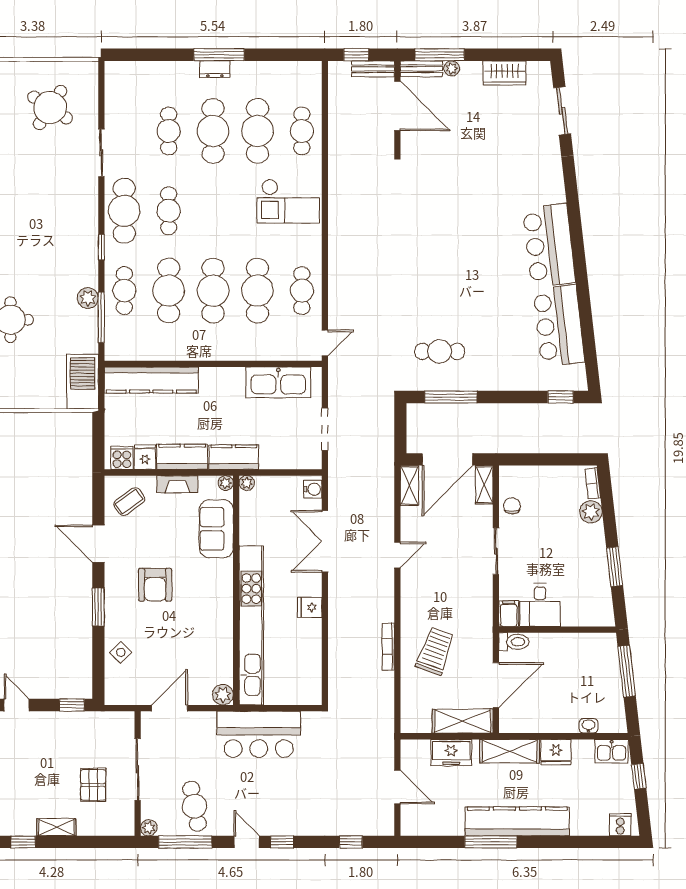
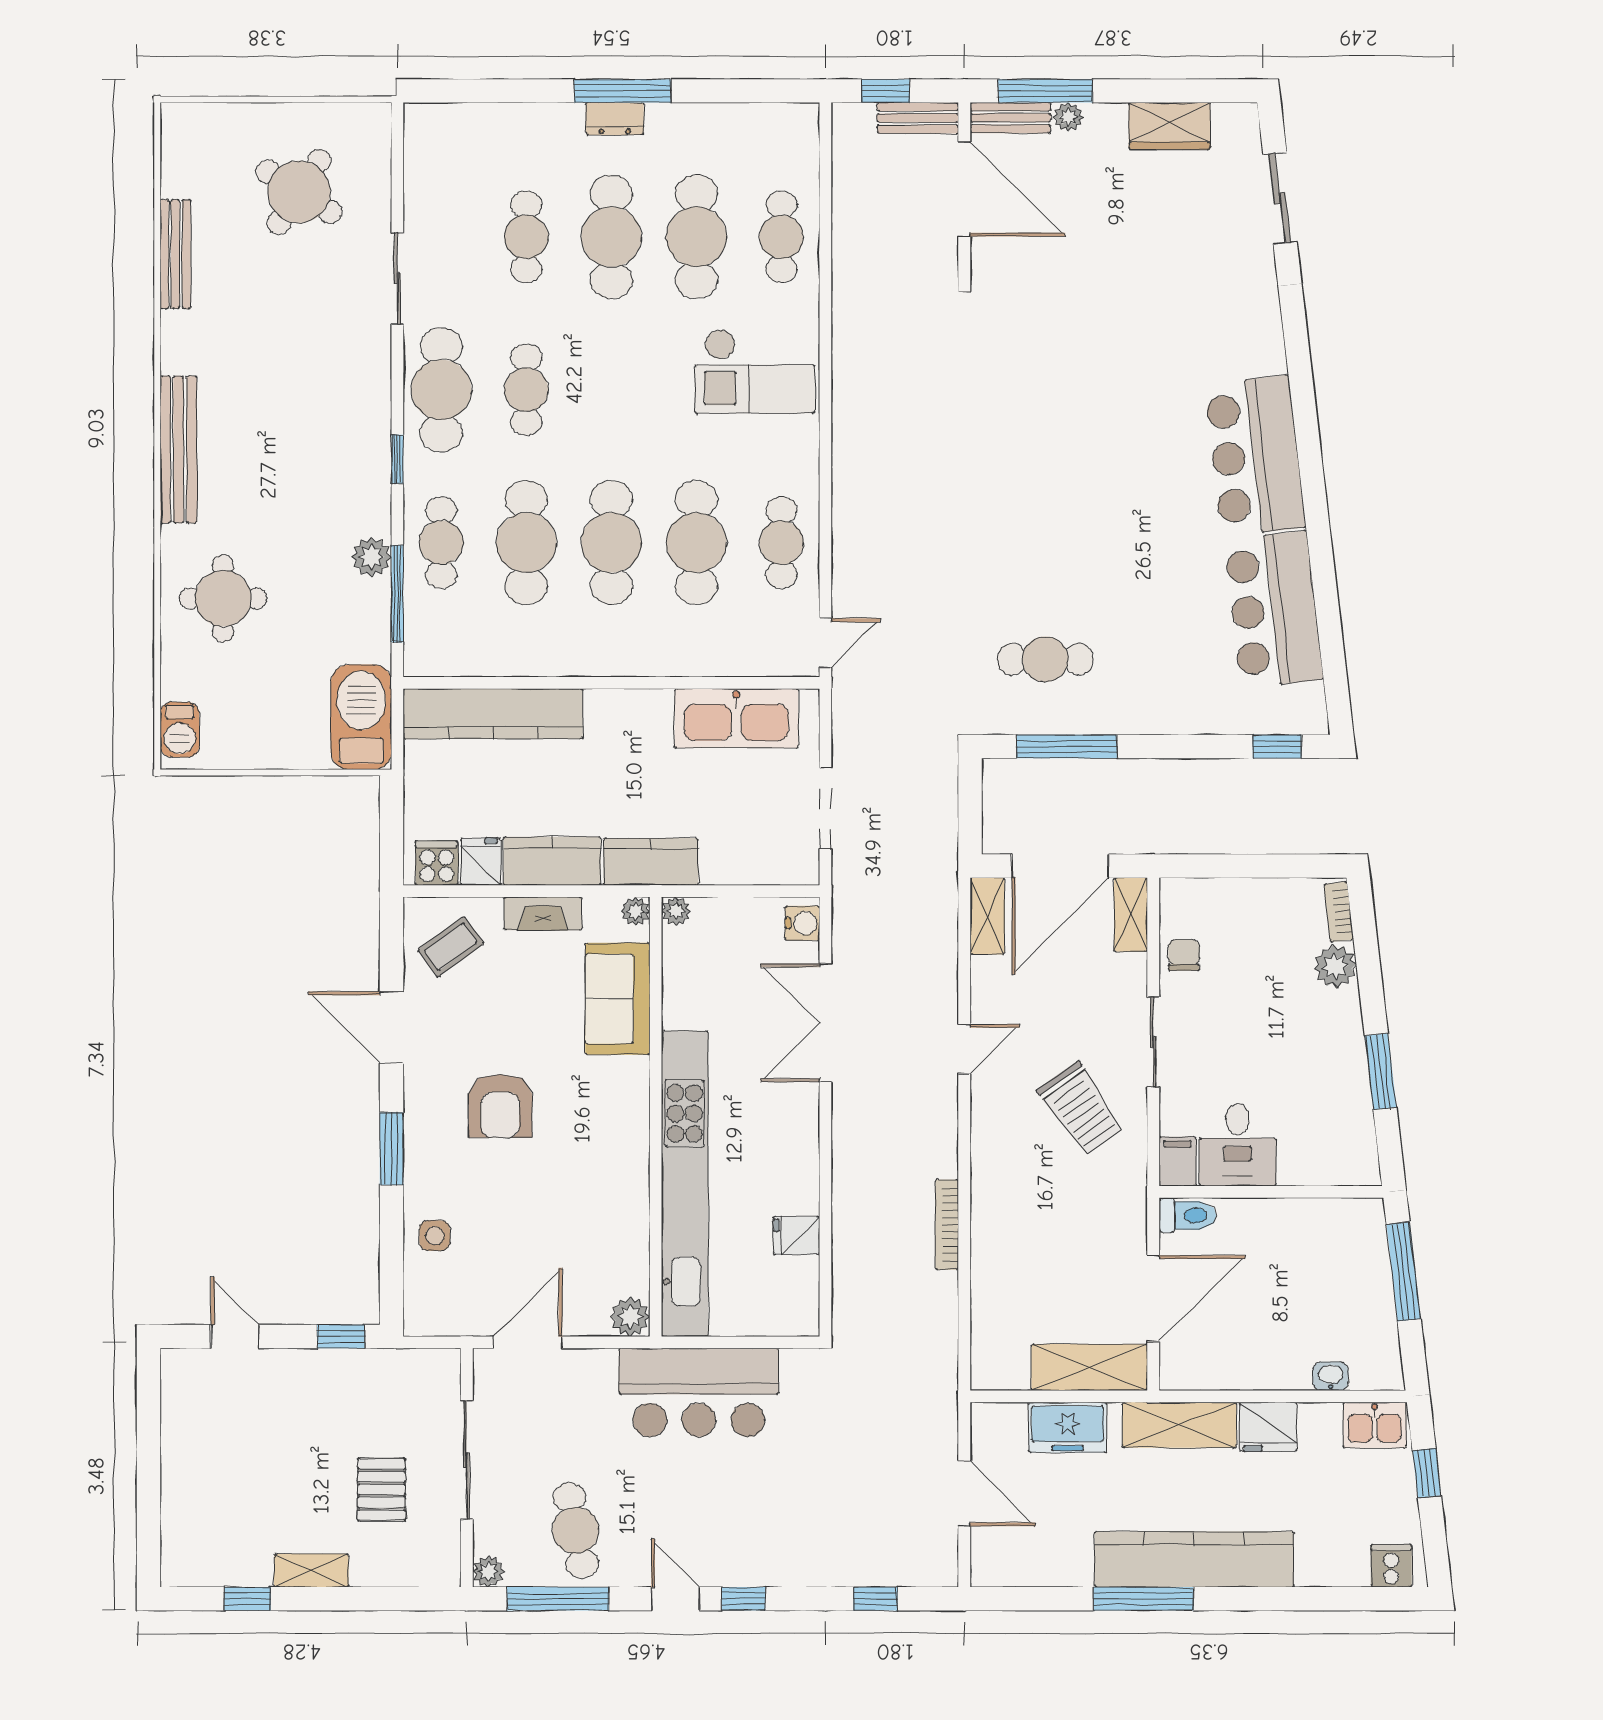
fridge: (310, 607) -> (797, 1235), moved
trolley: (435, 651) -> (1081, 1109), moved, turned 125
side table: (121, 652) -> (435, 1236), turned 45

